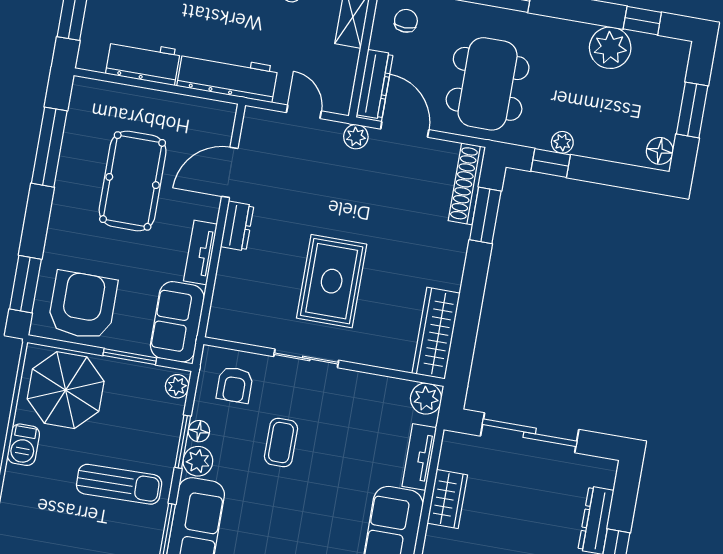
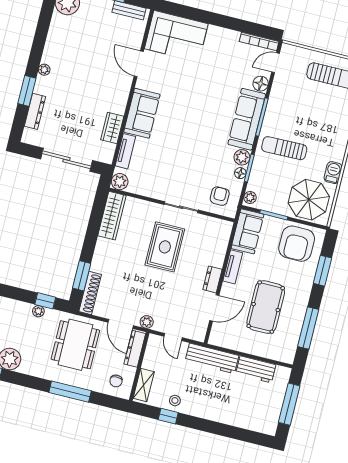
window: (25, 284) -> (322, 271), moved
coffee table: (281, 443) -> (198, 164), removed

